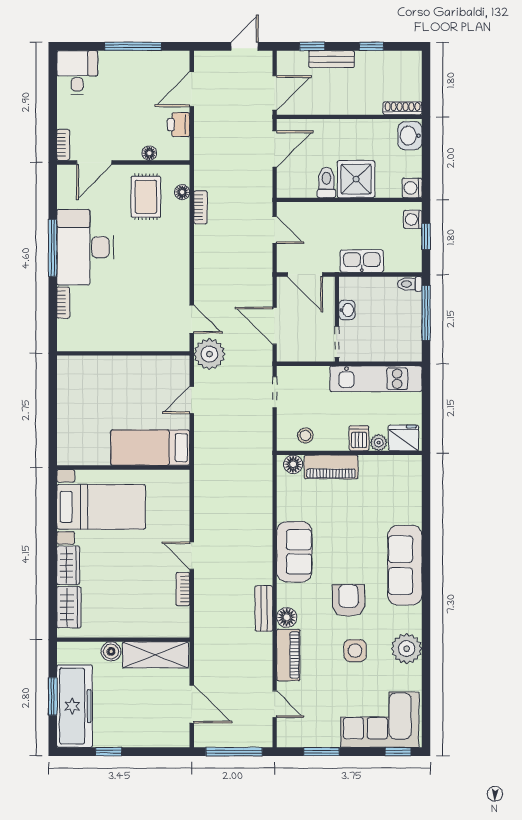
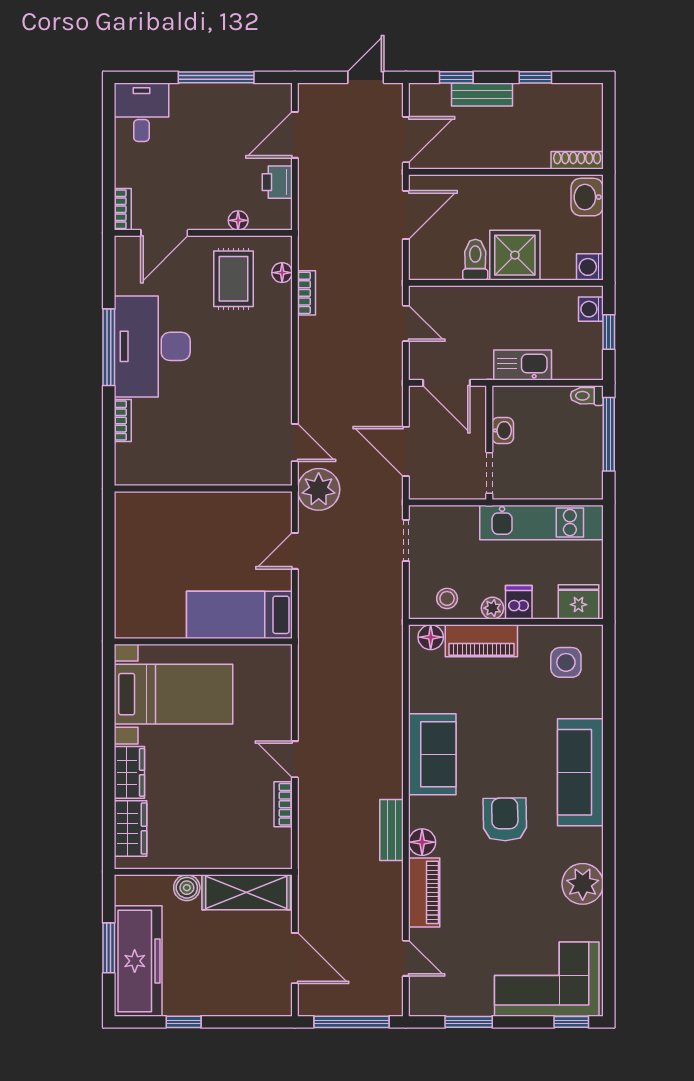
plant: (379, 443) -> (492, 608), moved
side table: (355, 651) -> (566, 662), moved

